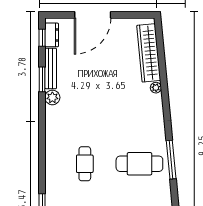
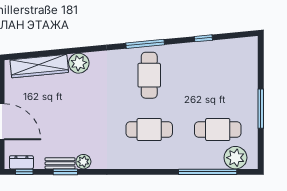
bench: (51, 68) -> (60, 163), width x0.73
plant: (156, 88) -> (79, 63), width x1.88, depth x1.88
cafe table: (85, 164) -> (149, 130), width x1.37, depth x1.35

